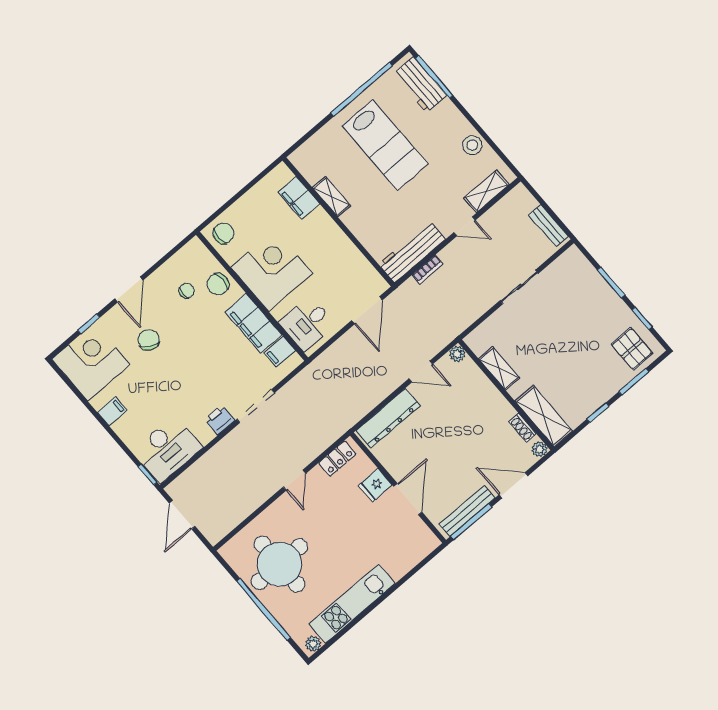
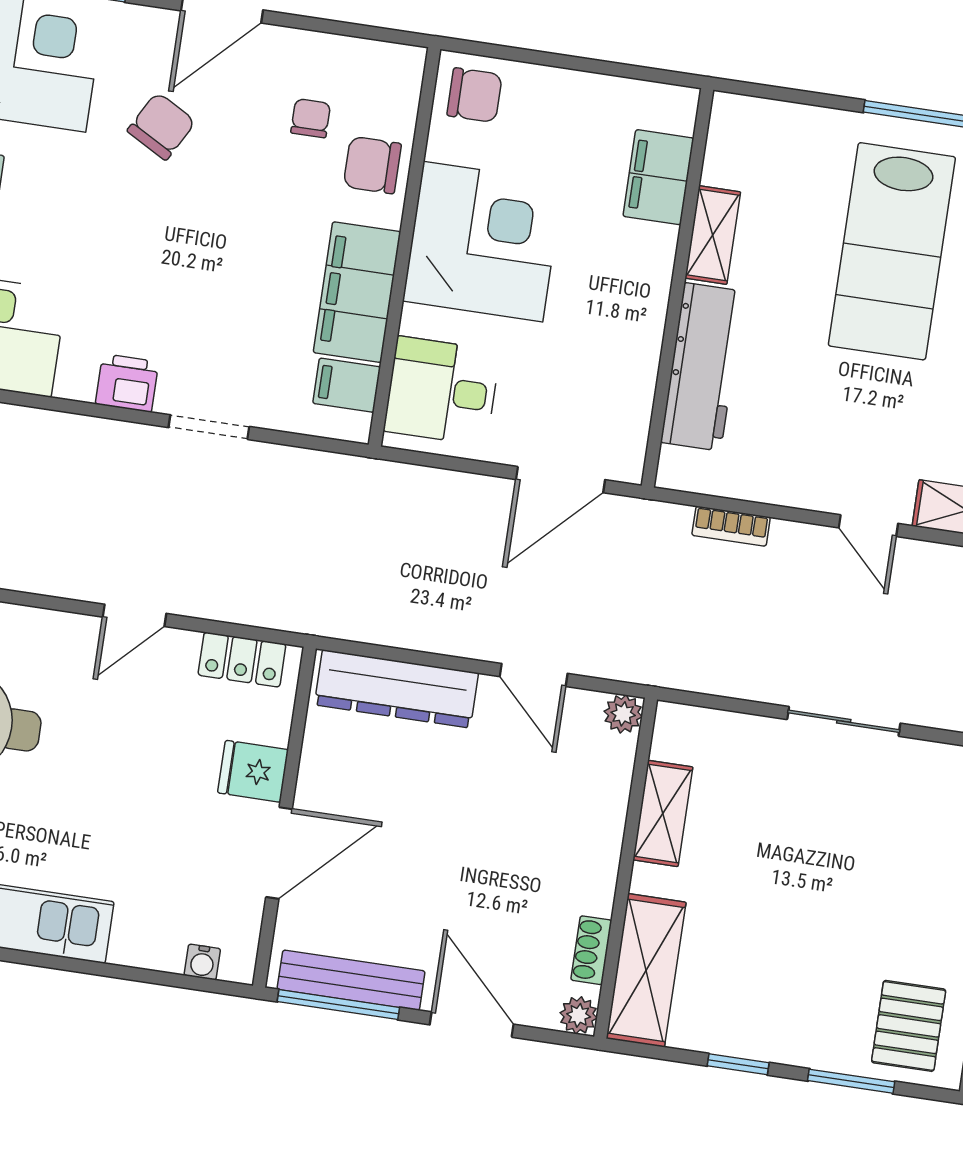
workbench: (412, 252) -> (703, 367), moved, turned 90
chair: (186, 291) -> (311, 118), turned -90
doorway: (256, 406) -> (209, 427), width x0.73
water cooler: (421, 553) -> (202, 962), added

